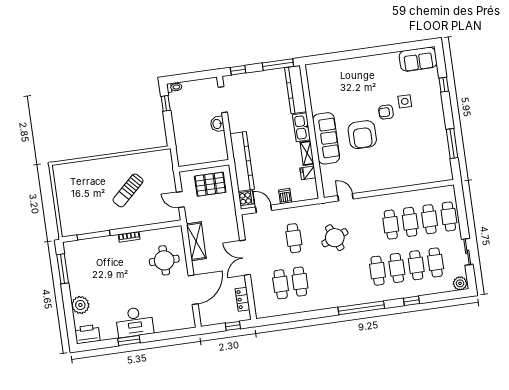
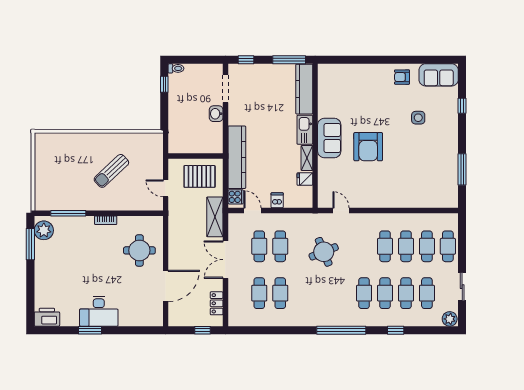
armchair: (386, 112) -> (402, 77), moved
sofa: (326, 138) -> (329, 138), width x0.73
shelving: (196, 241) -> (215, 217), moved
cafe table: (275, 241) -> (259, 246), added
plant: (80, 305) -> (44, 230), moved

